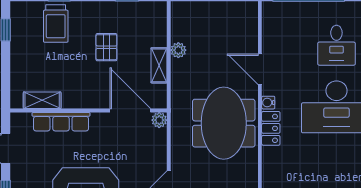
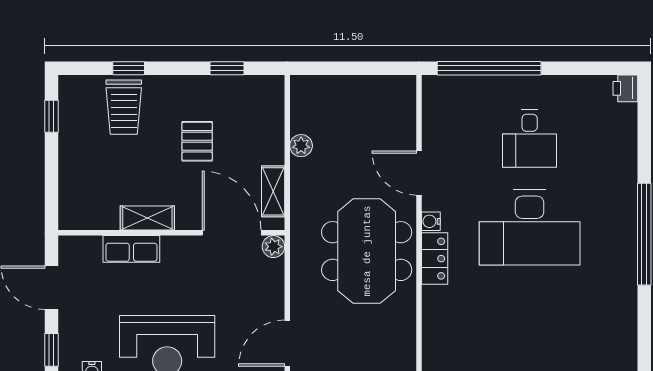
shelving: (159, 65) -> (273, 191), moved
shelving: (42, 100) -> (147, 218), moved
row of seats: (61, 122) -> (131, 249), width x0.68

